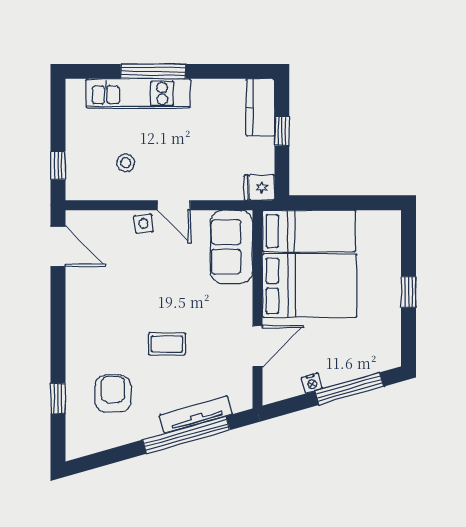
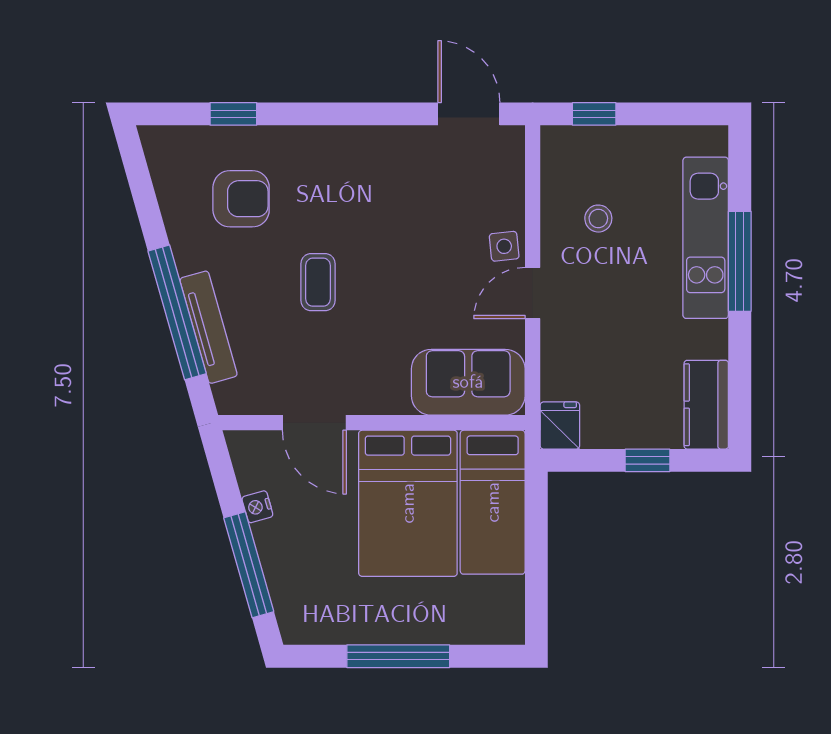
kitchen counter: (260, 107) -> (706, 405), moved, turned -90
door: (58, 246) -> (469, 114), swing flipped
window: (408, 292) -> (398, 656), width x2.17

